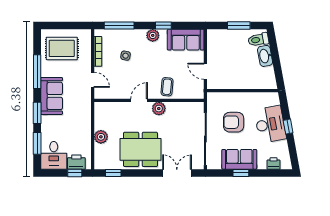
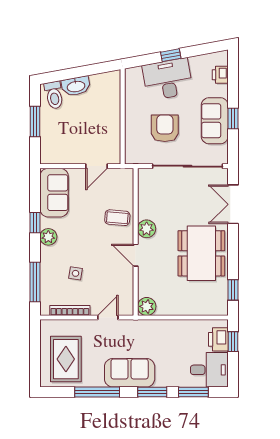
armchair: (234, 122) -> (165, 128), turned 180
plant: (101, 137) -> (147, 306), moved

